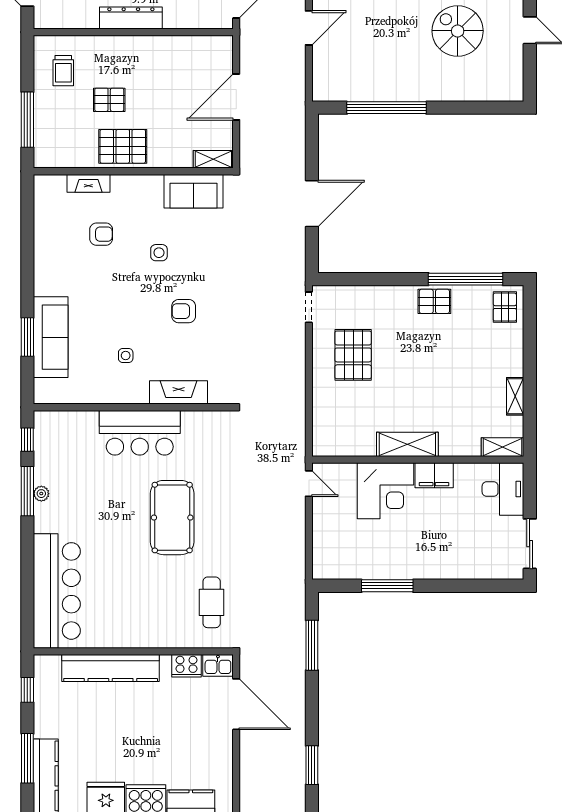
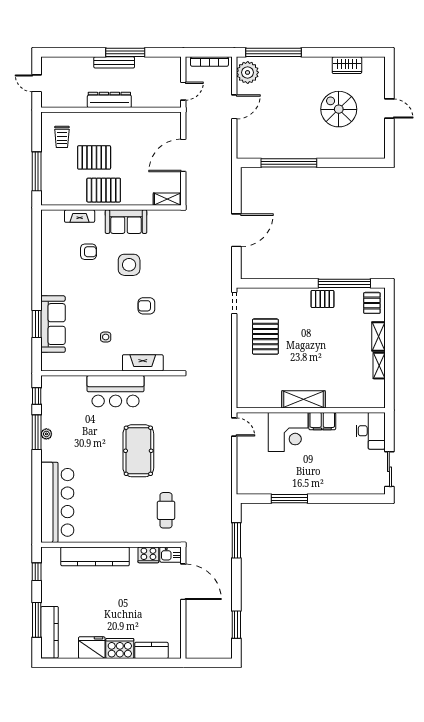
pallet: (109, 100) -> (94, 157), width x1.50, depth x1.42
sofa: (194, 191) -> (126, 222), moved
side table: (159, 253) -> (129, 265), width x1.87, depth x1.87
shelving: (503, 447) -> (378, 336), moved, turned 90

